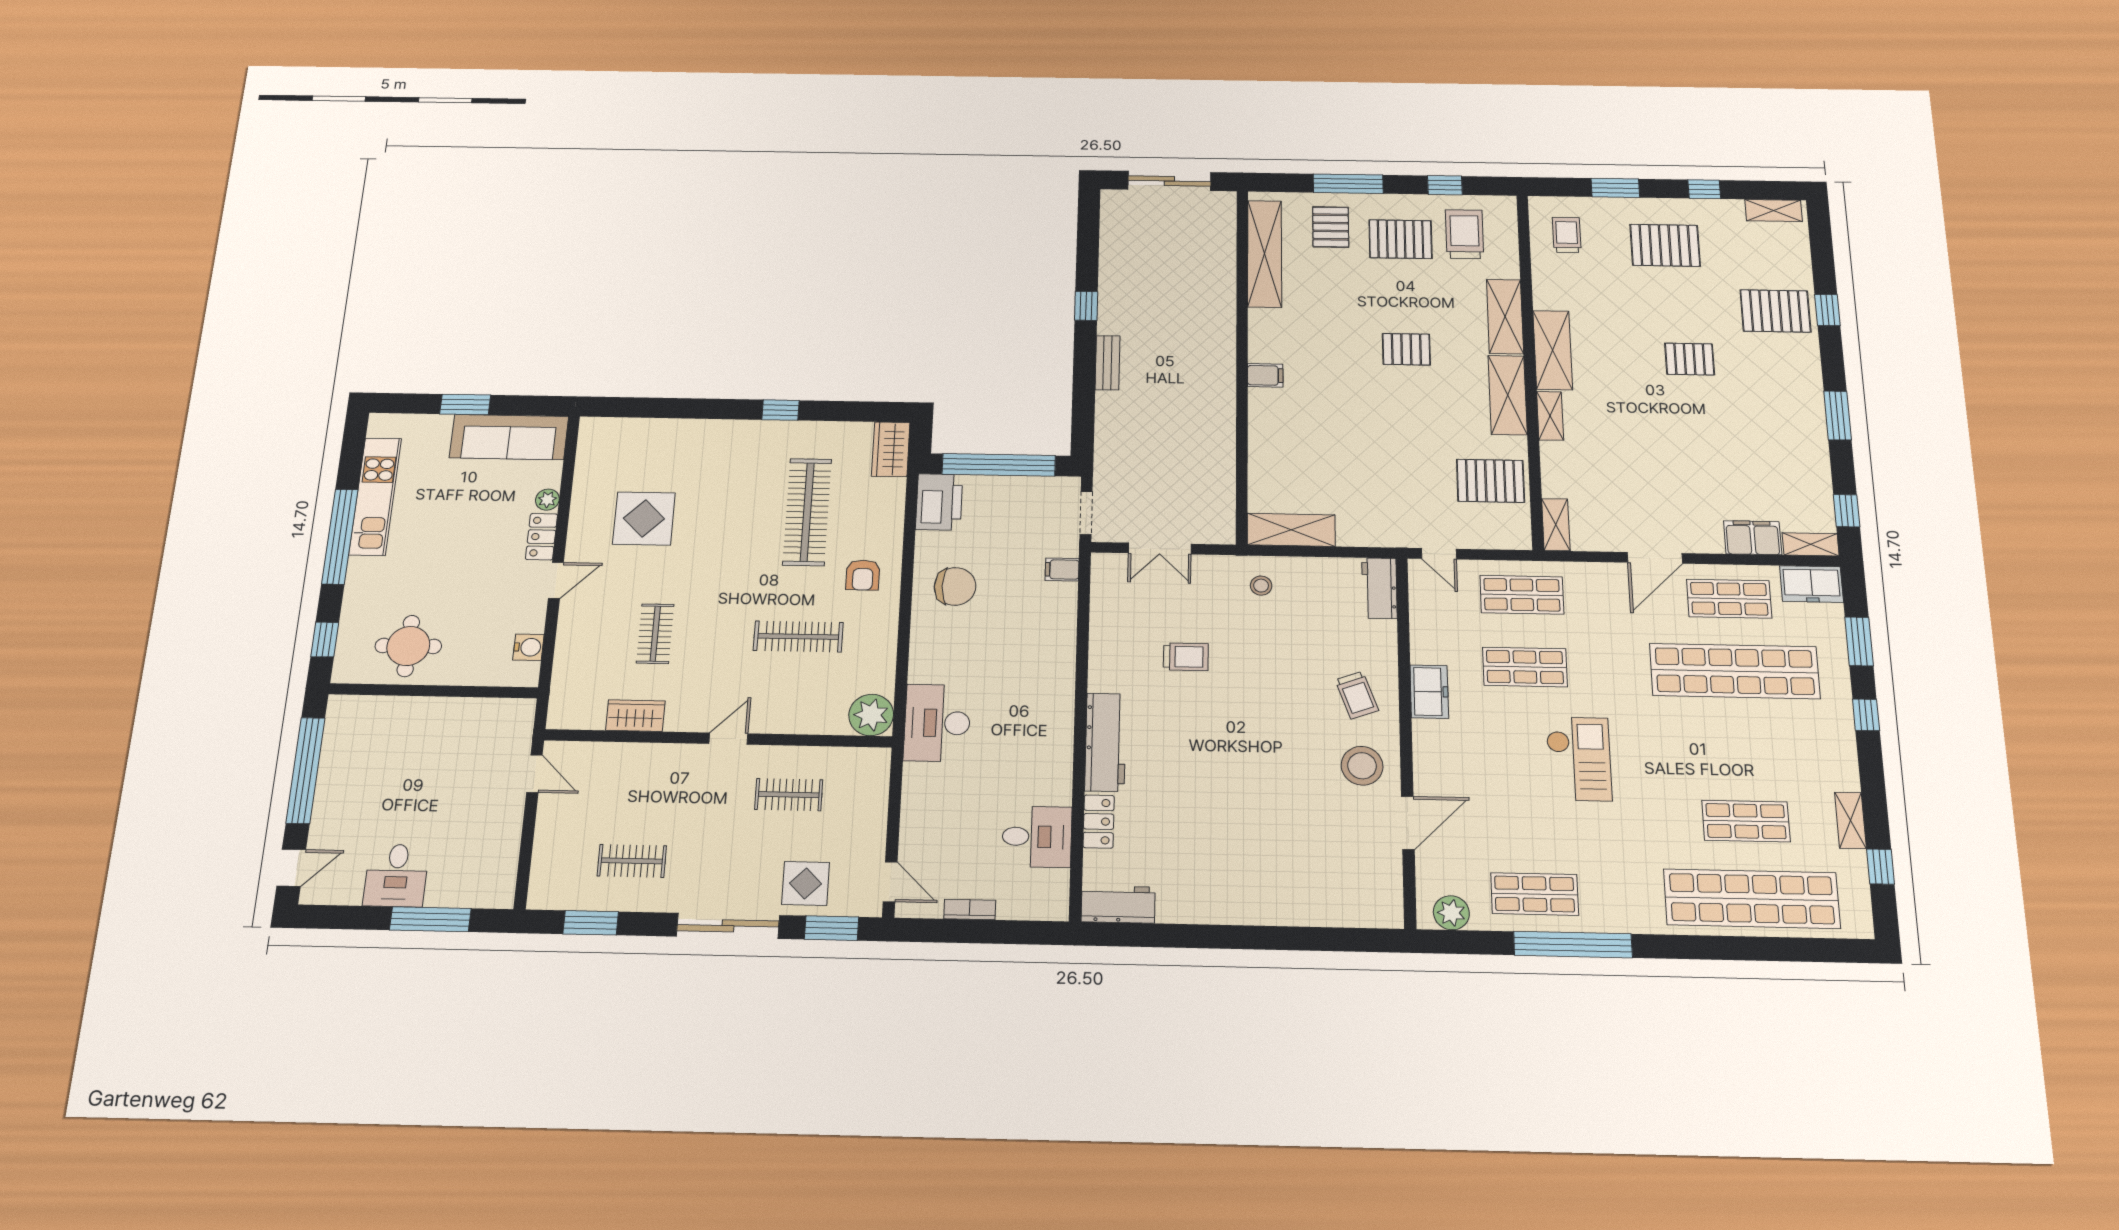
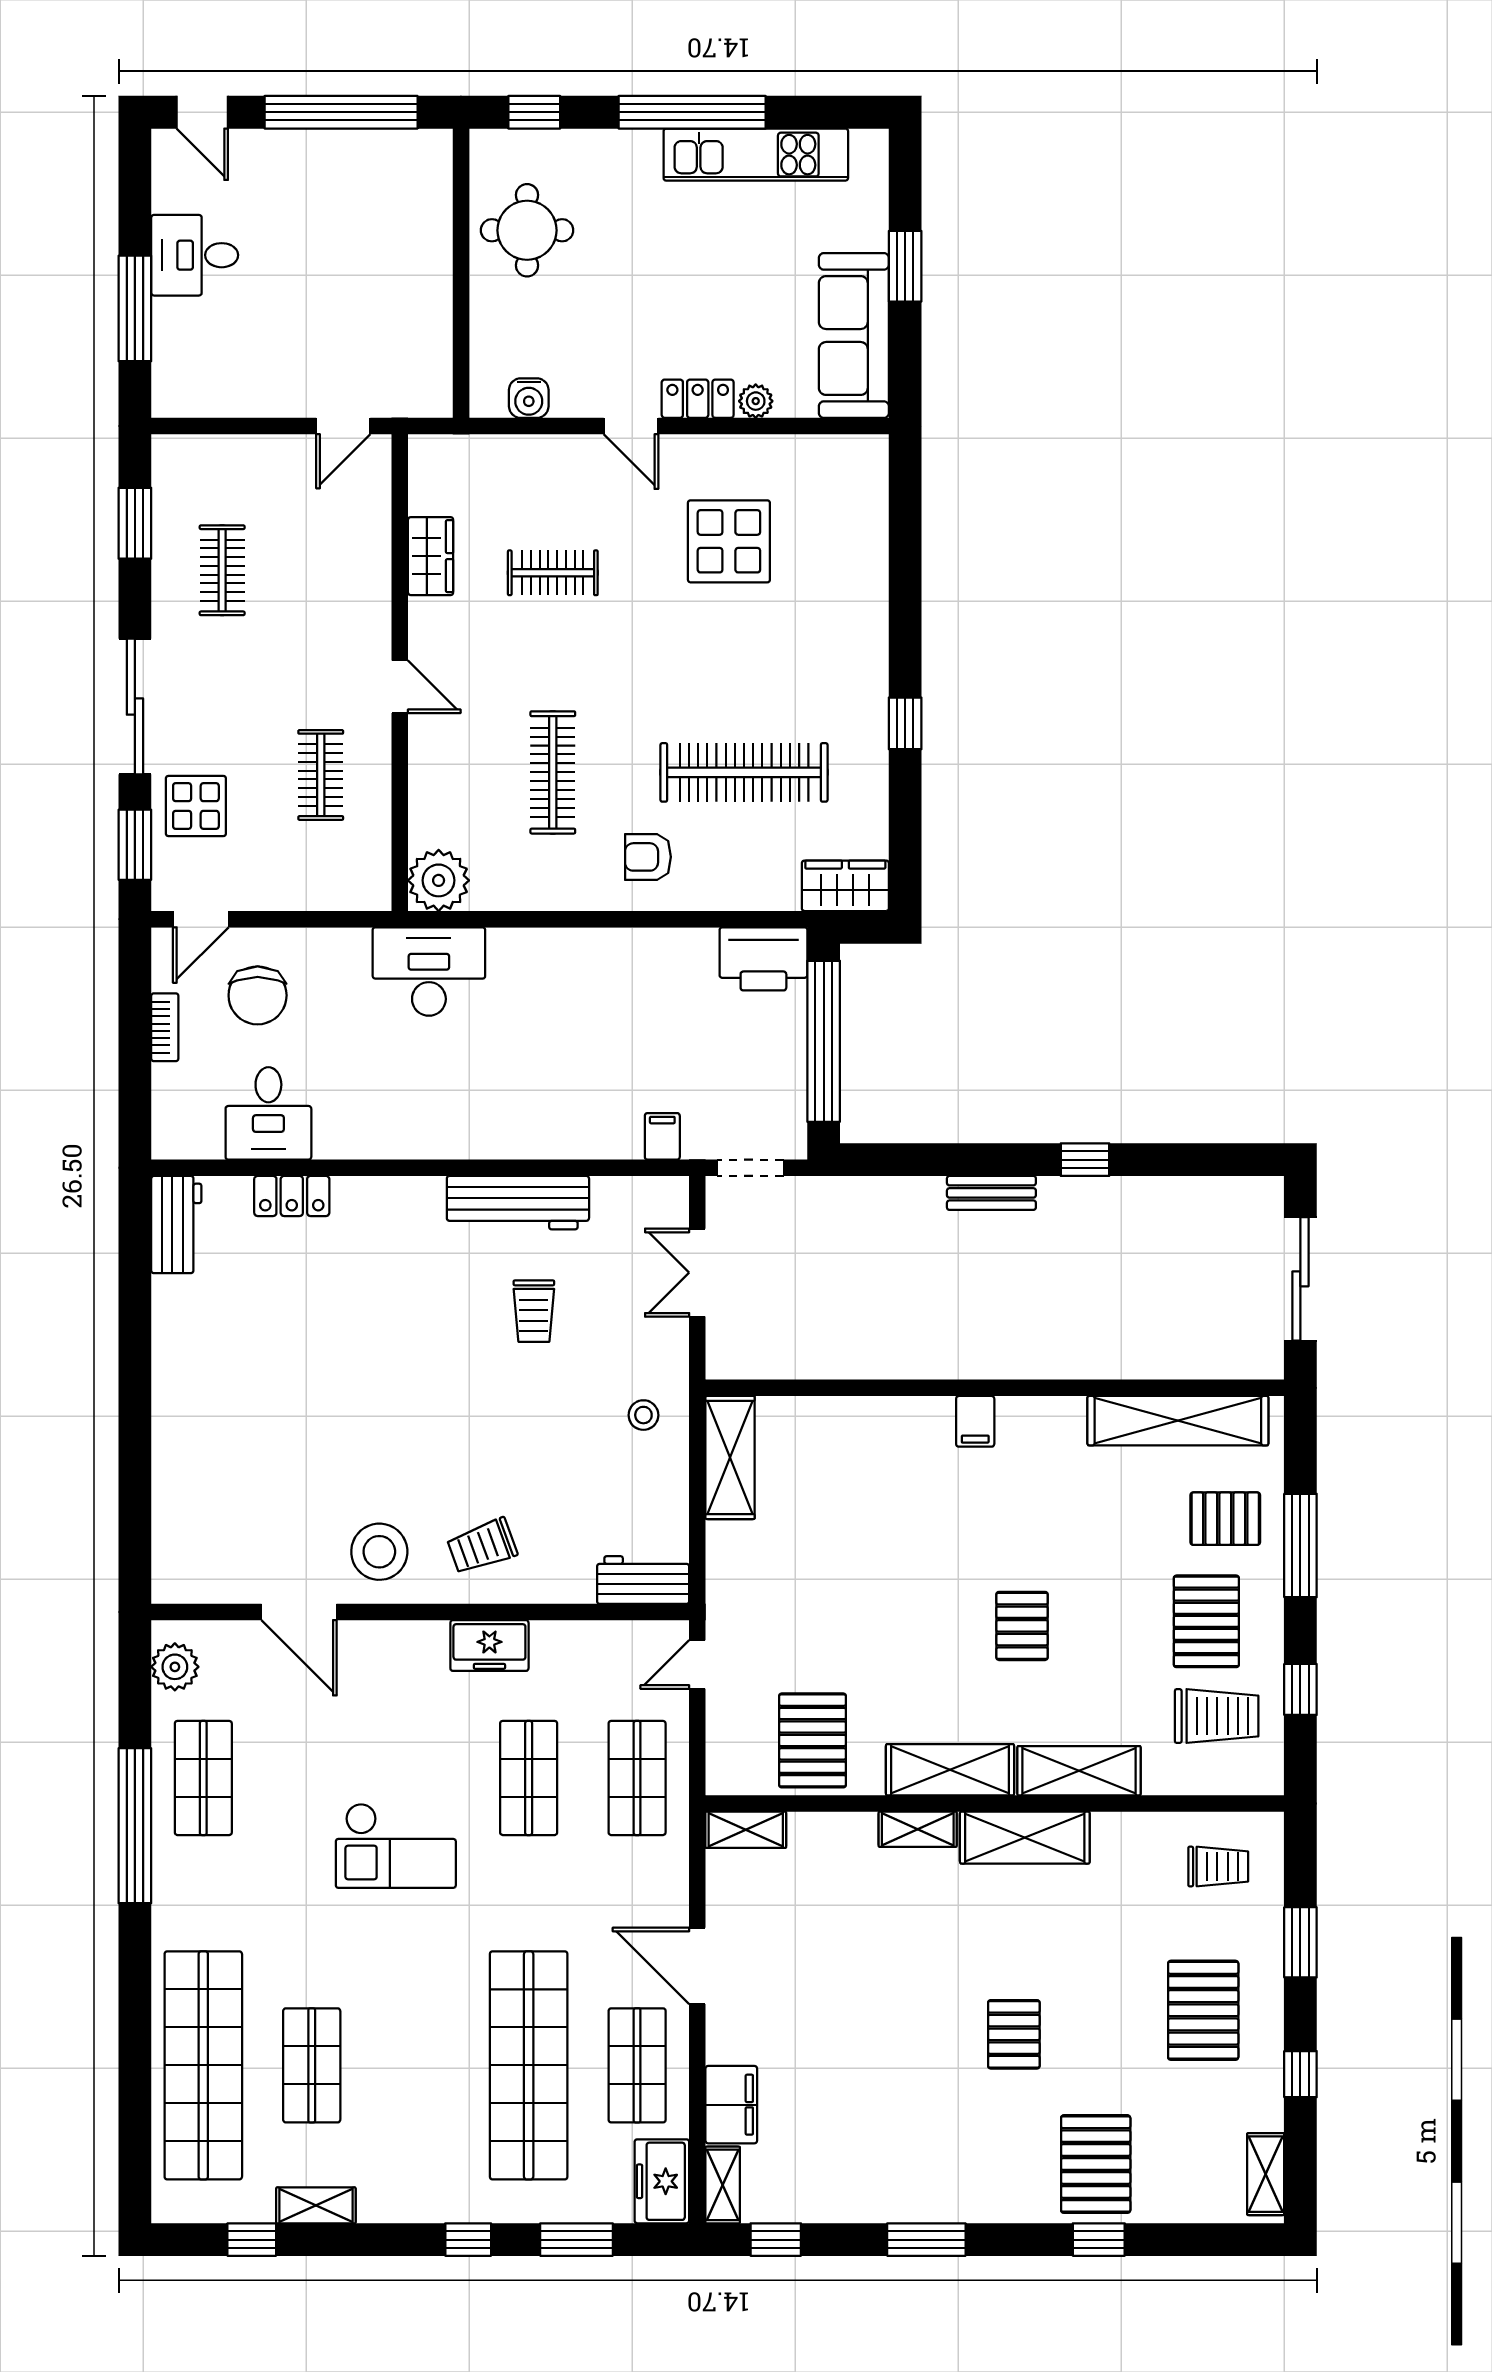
chair: (955, 586) -> (258, 995), moved
workbench: (1105, 742) -> (518, 1203), moved

